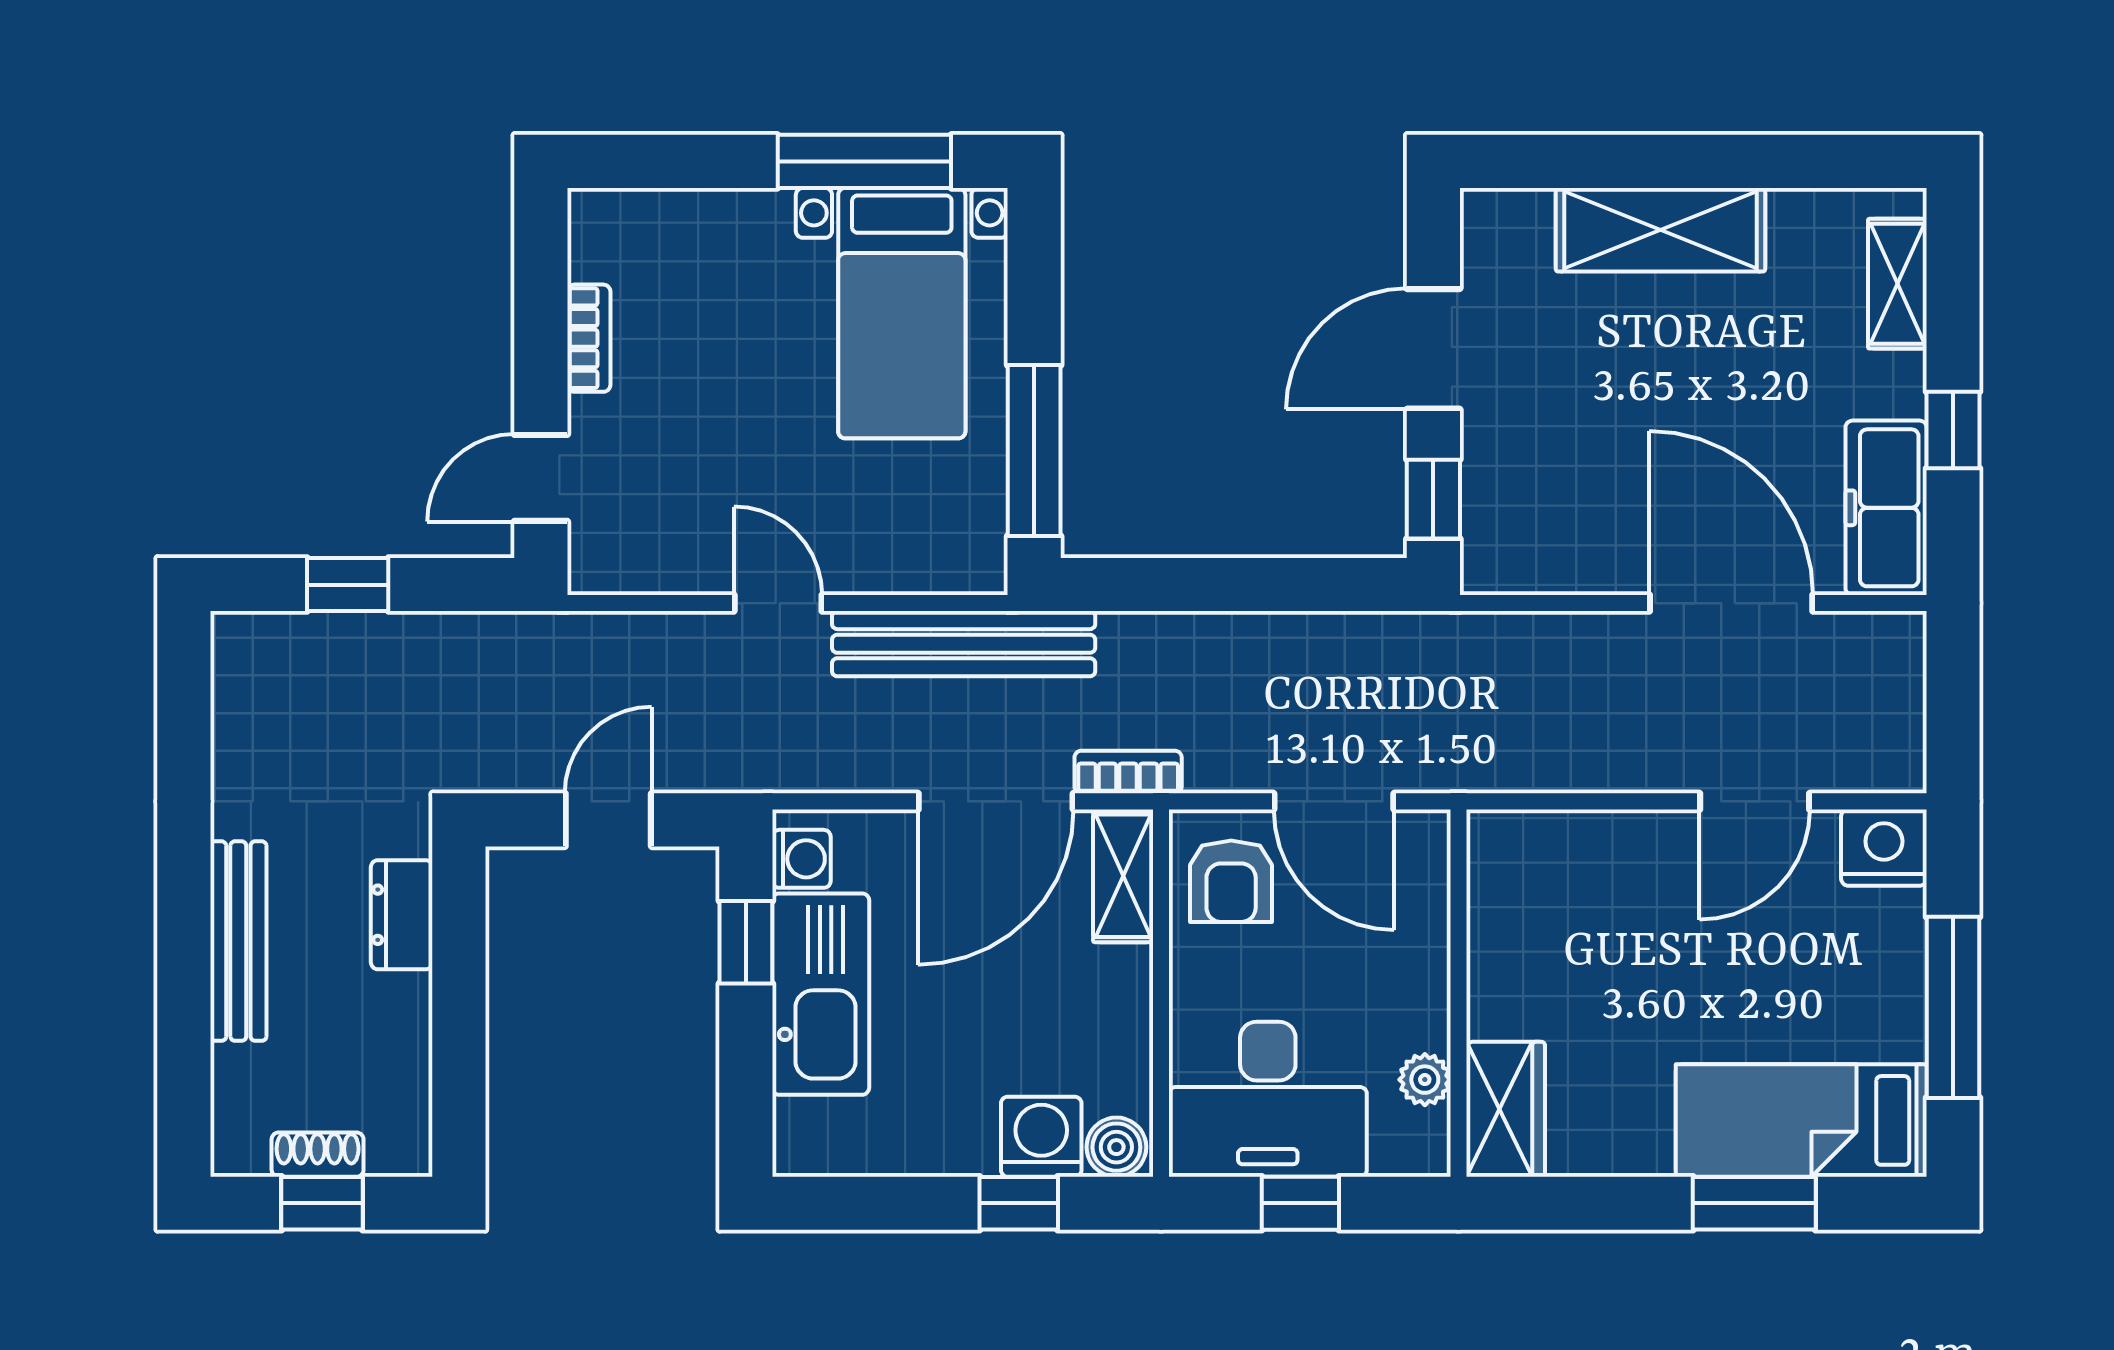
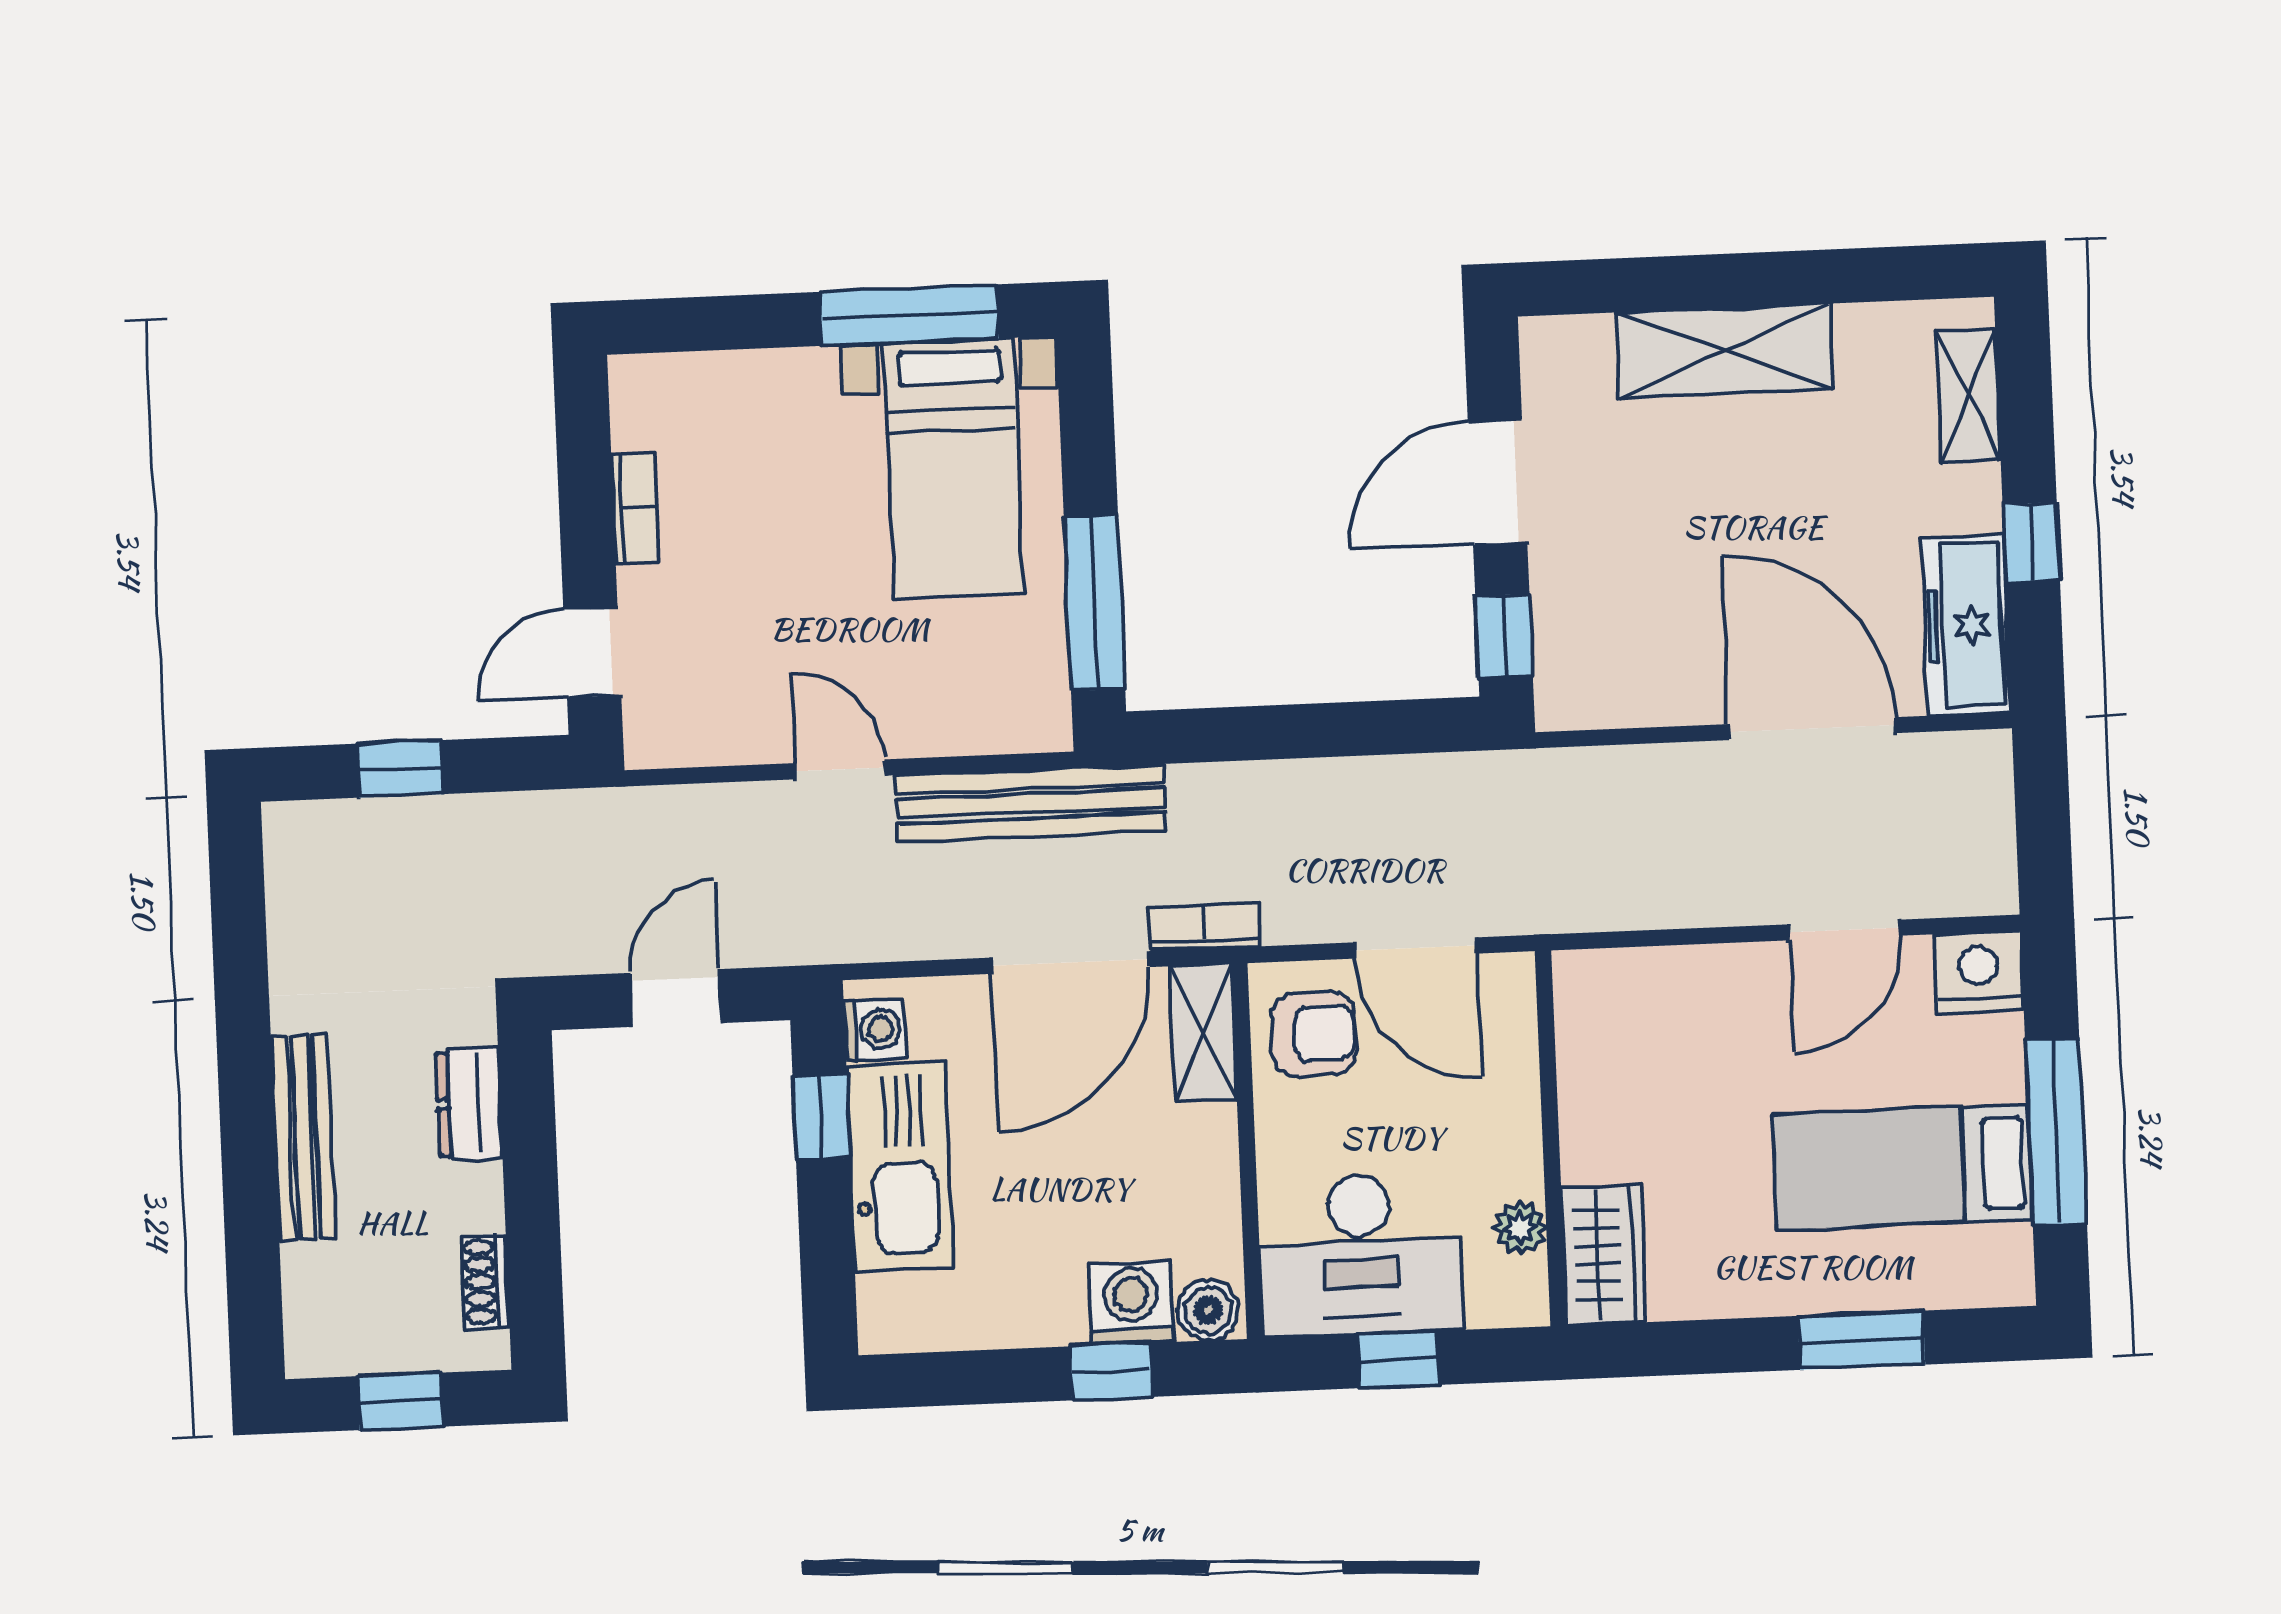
armchair: (1231, 881) -> (1314, 1034), turned -90
bed: (1801, 1120) -> (1902, 1167), moved
shoe rack: (318, 1155) -> (485, 1282), moved, turned -90

